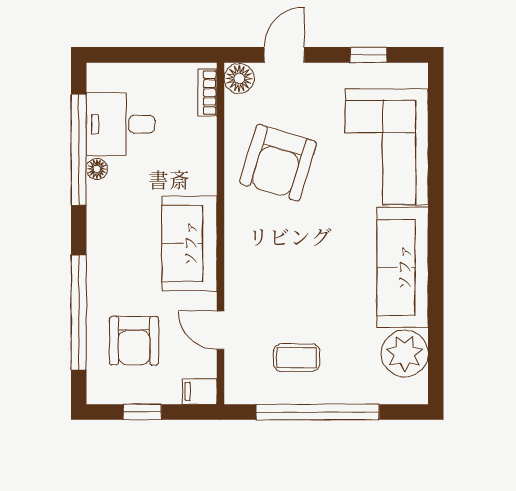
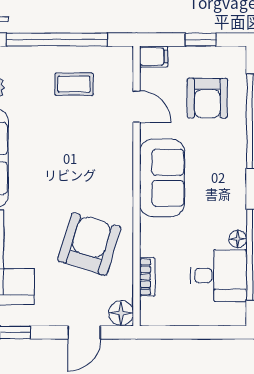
bookcase: (207, 93) -> (147, 277), moved
armchair: (134, 341) -> (207, 98), turned 180

